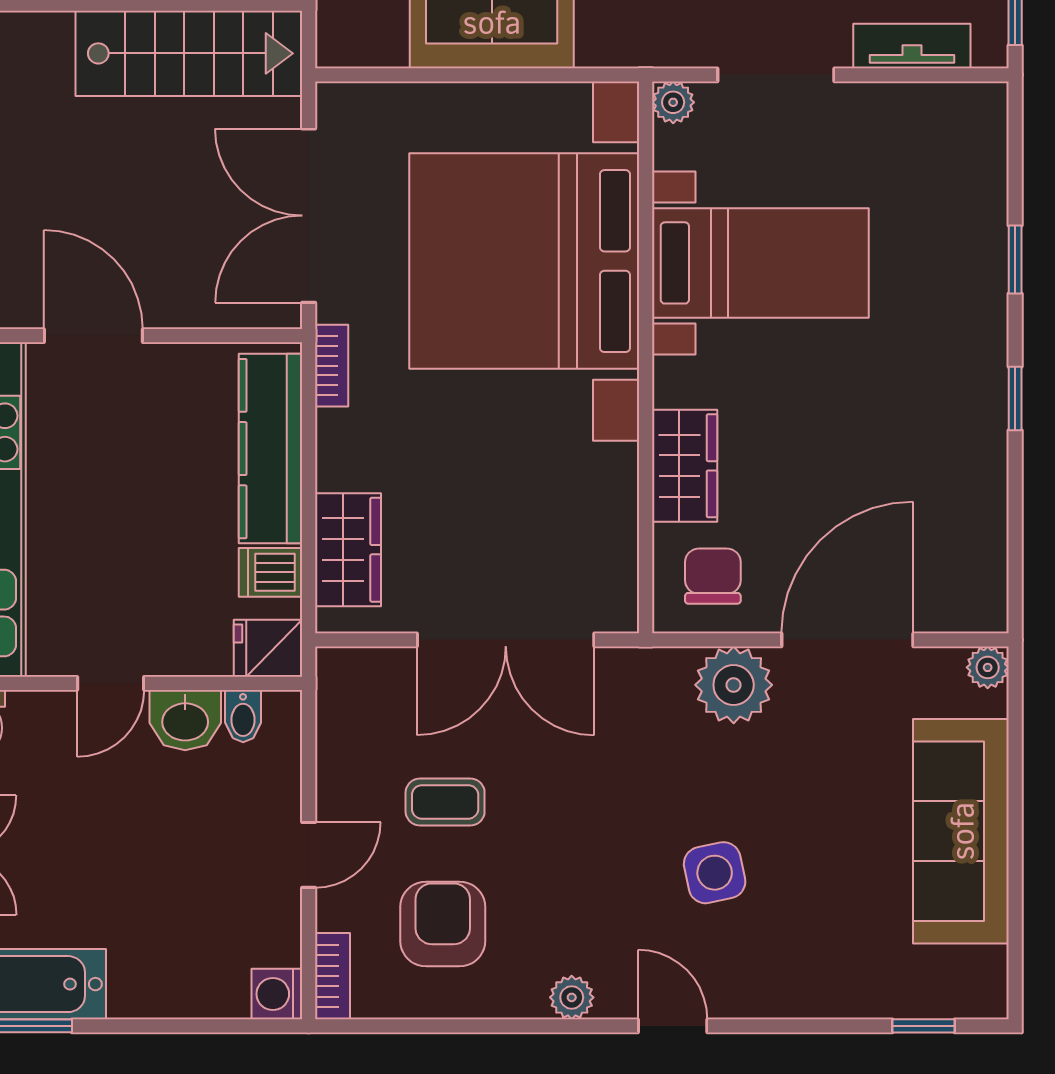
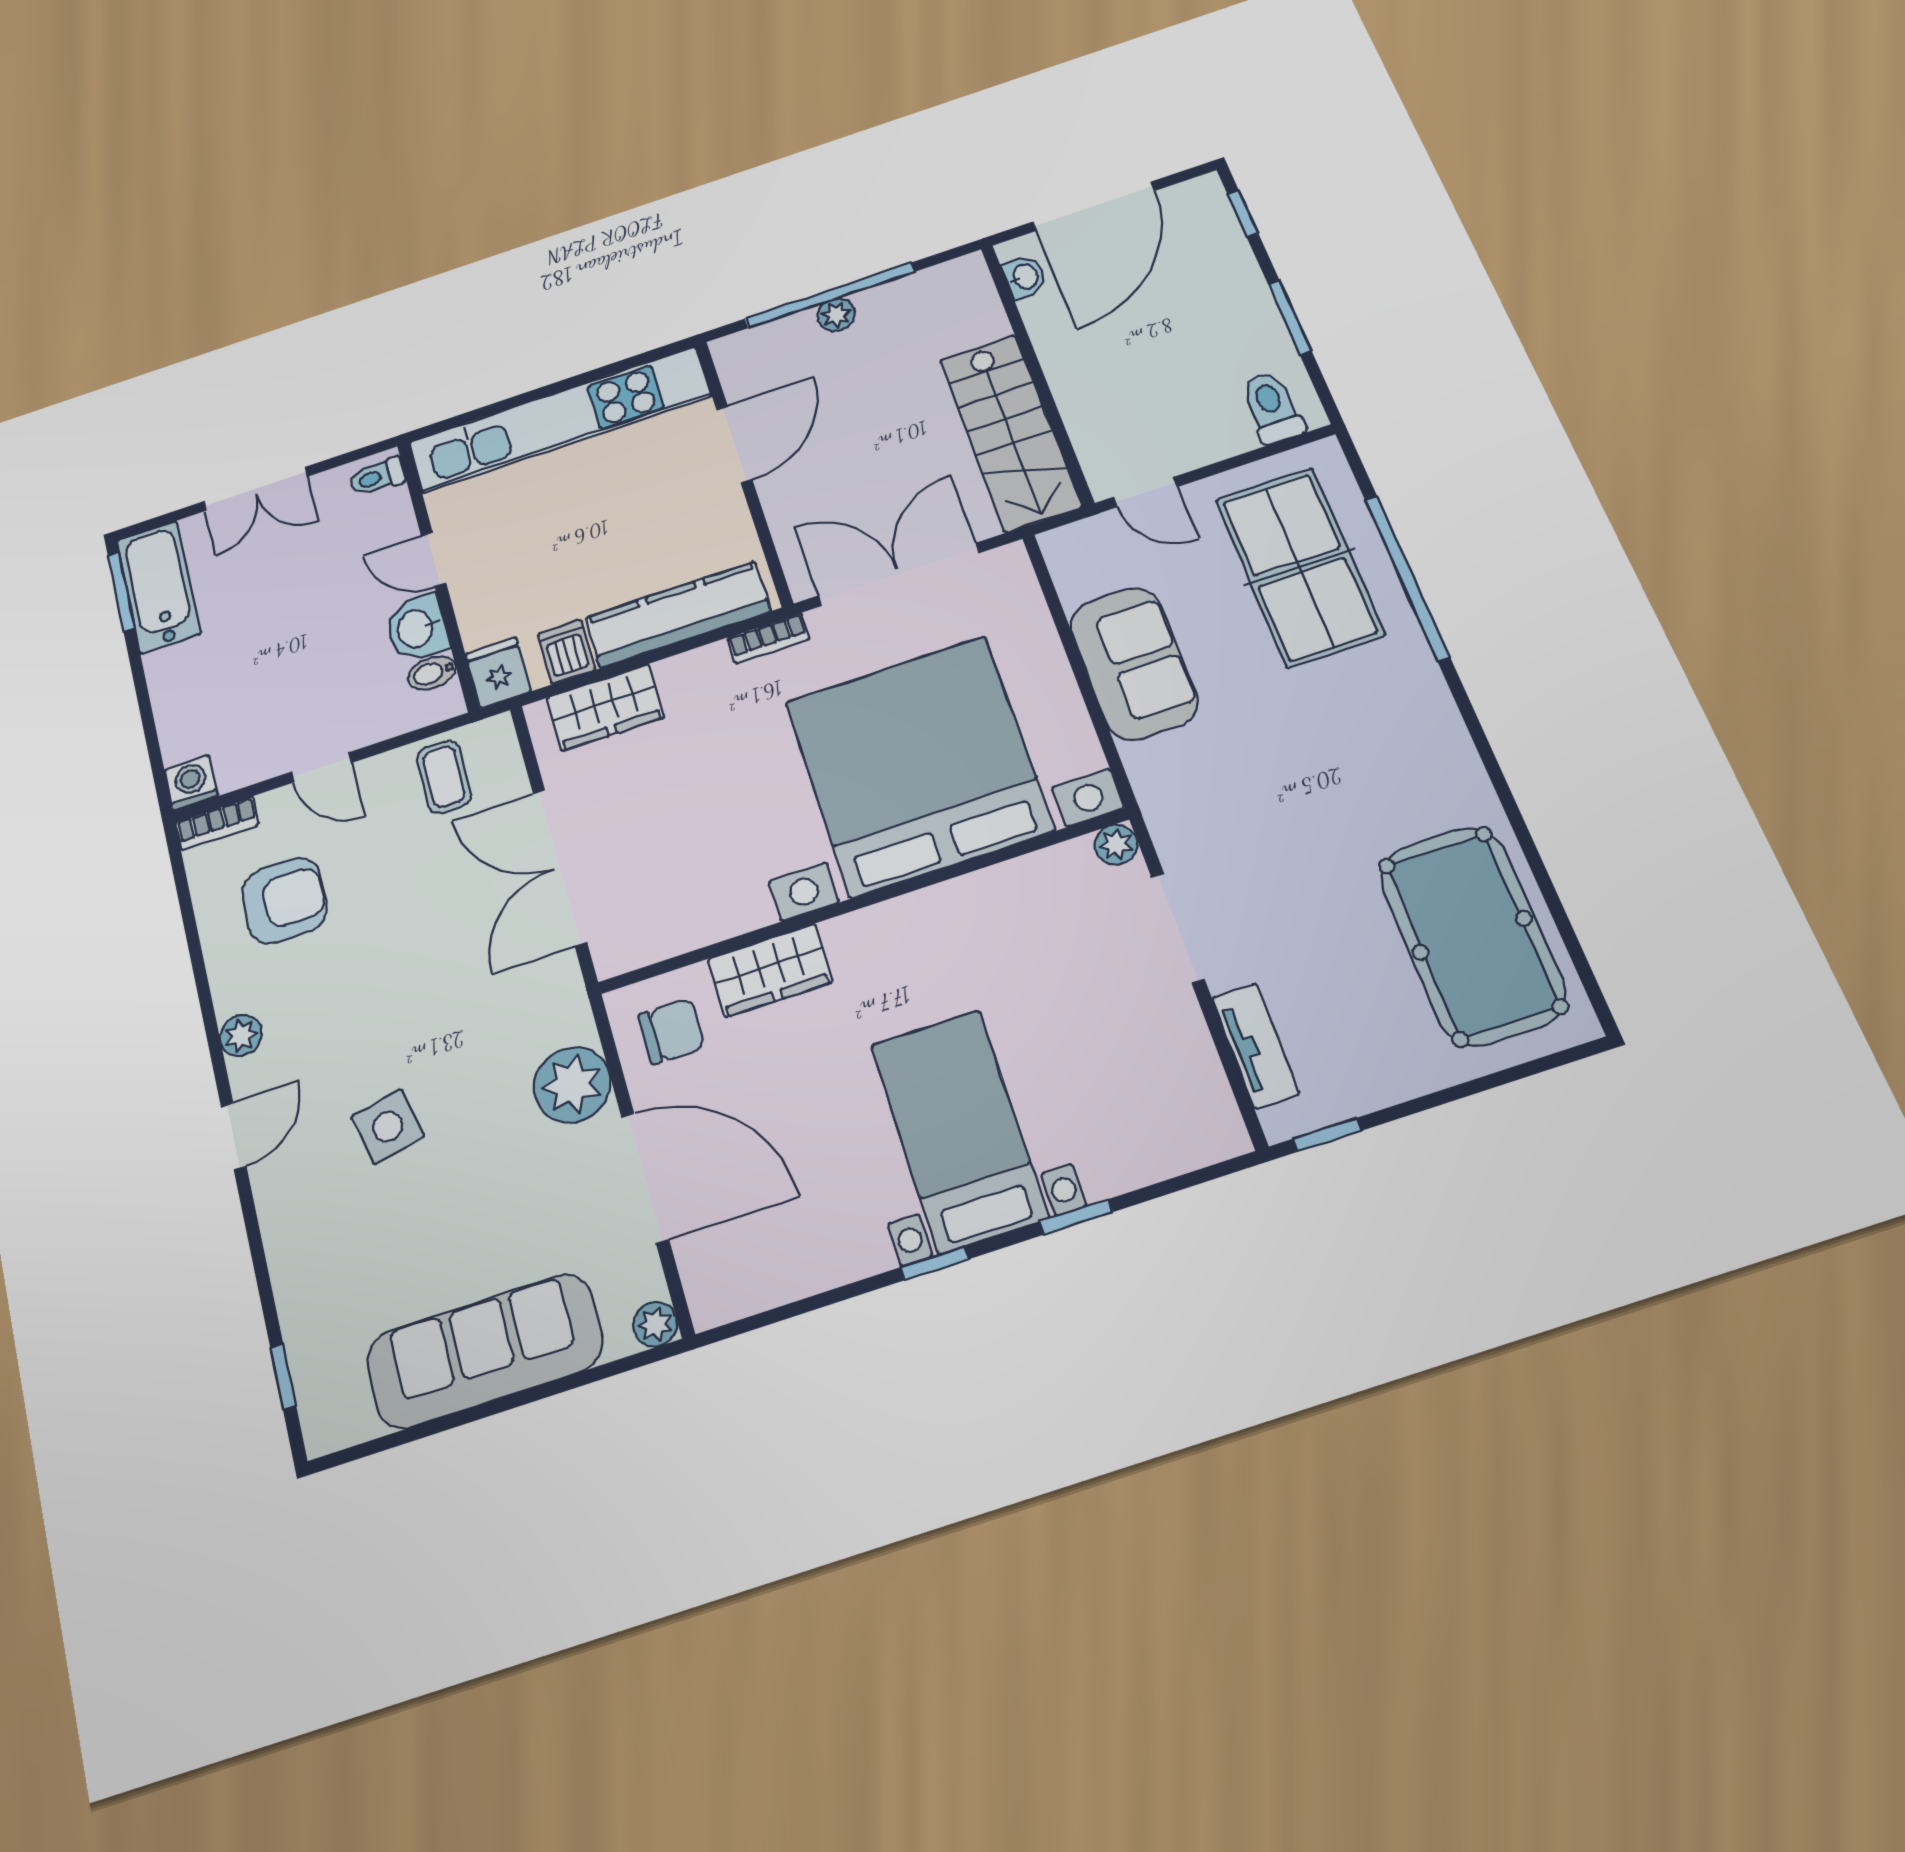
bed with nightstands: (760, 263) -> (959, 1130), moved, turned 180
coffee table: (445, 802) -> (444, 777), moved

